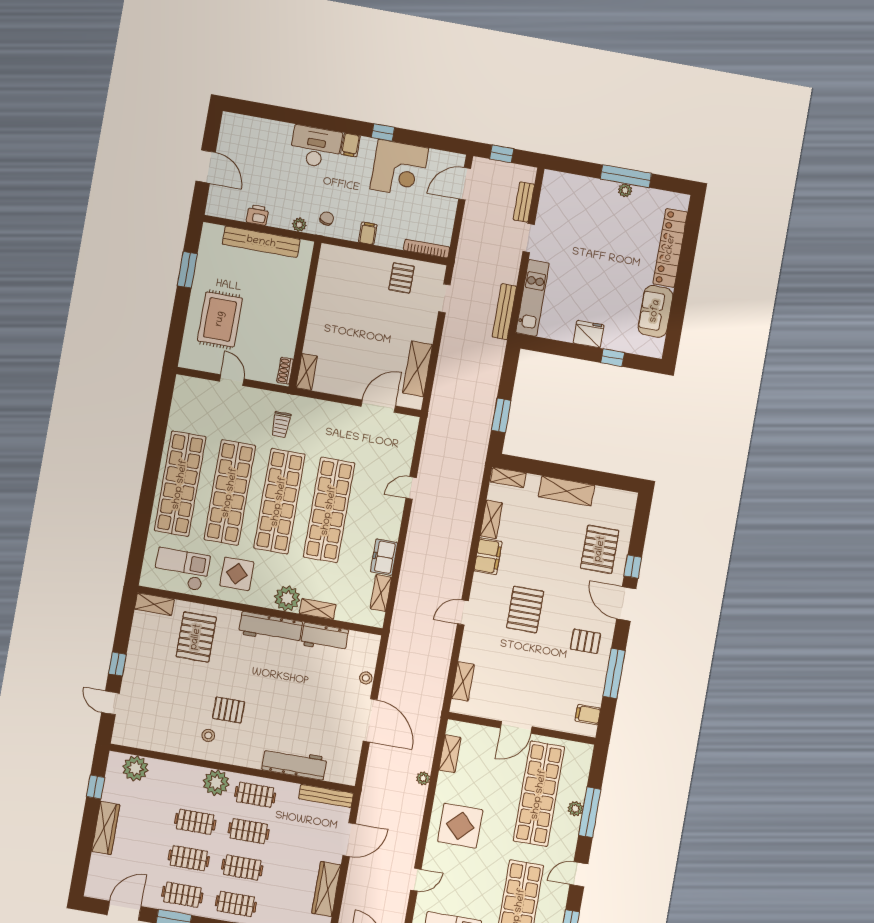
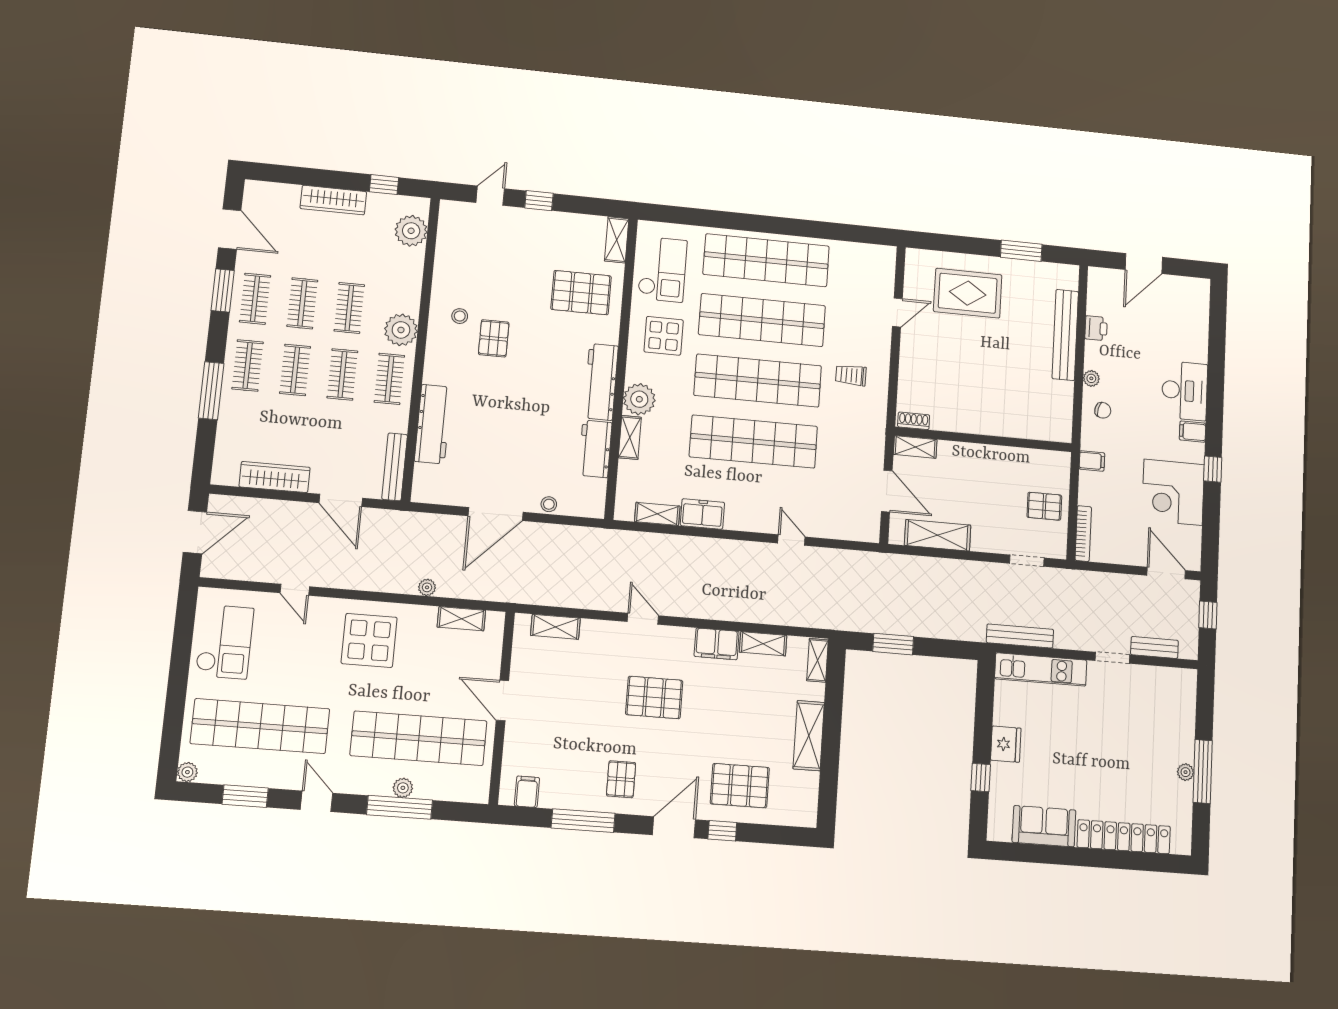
wall: (305, 315) -> (983, 439), moved
shoe rack: (285, 371) -> (914, 421), moved
shelving: (307, 372) -> (915, 447), moved

